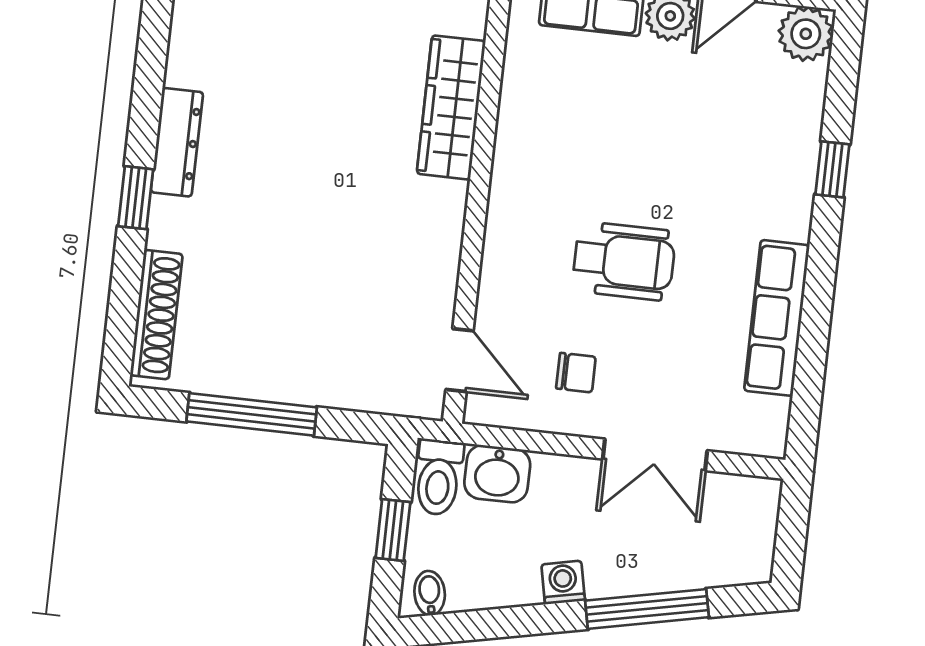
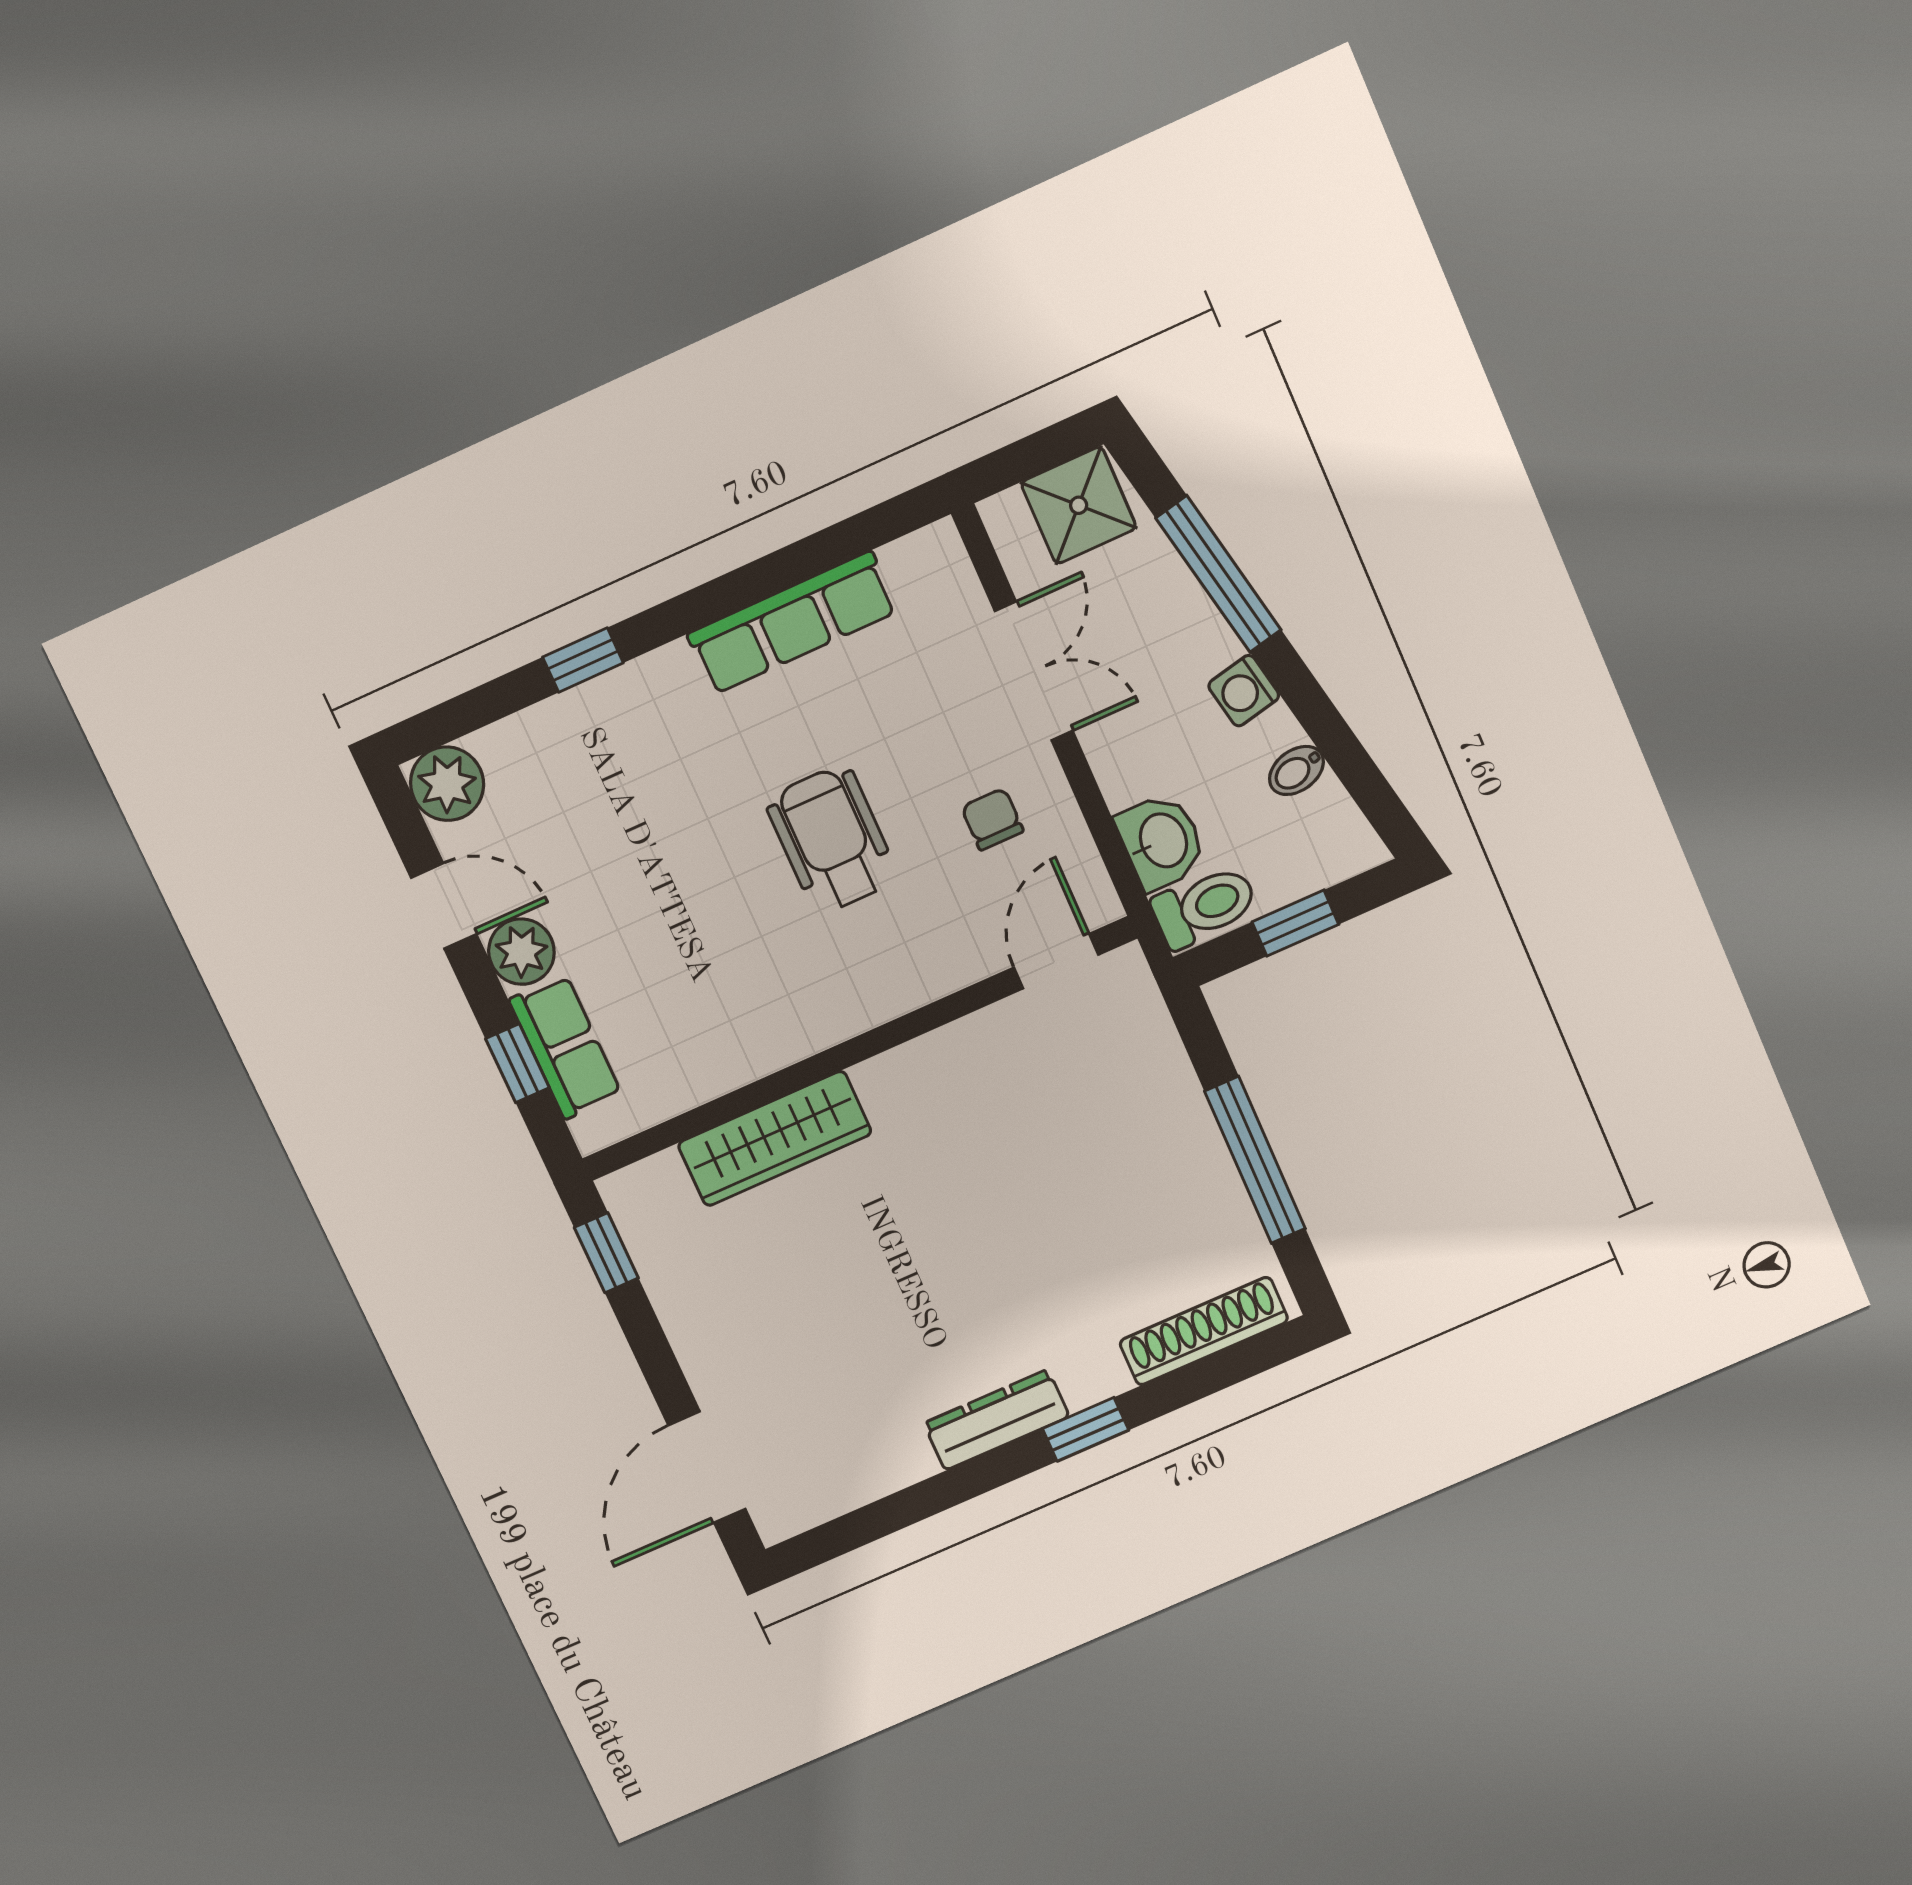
shower: (743, 545) -> (1079, 505), added
bidet: (430, 593) -> (1296, 770), moved

